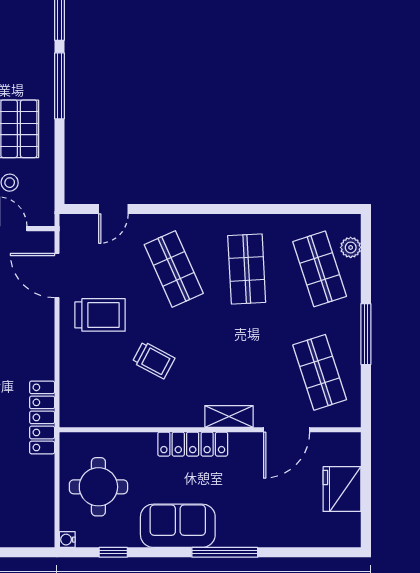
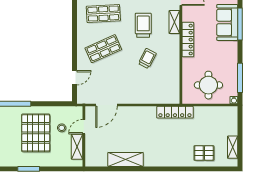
door: (113, 209) -> (74, 78), hinge flipped
trolley: (100, 315) -> (143, 25), moved
sofa: (178, 526) -> (227, 22), moved
window: (113, 552) -> (240, 78), width x2.17

